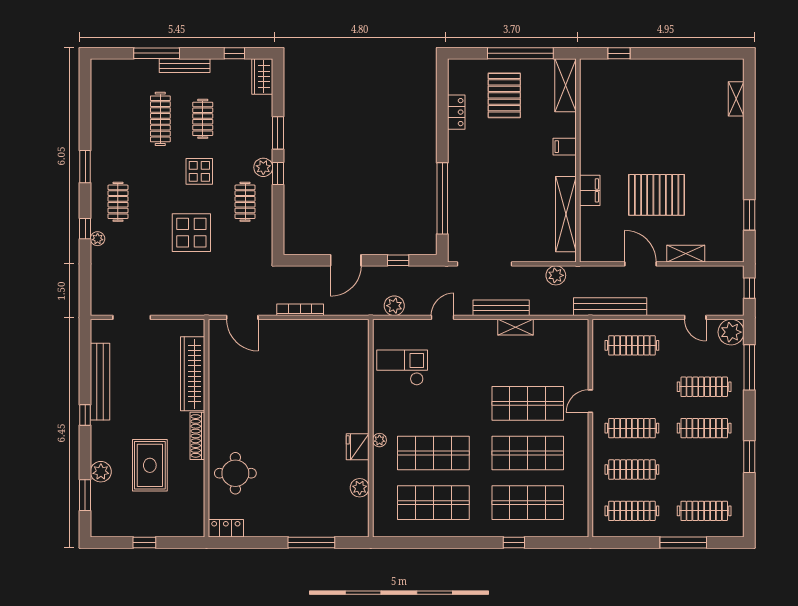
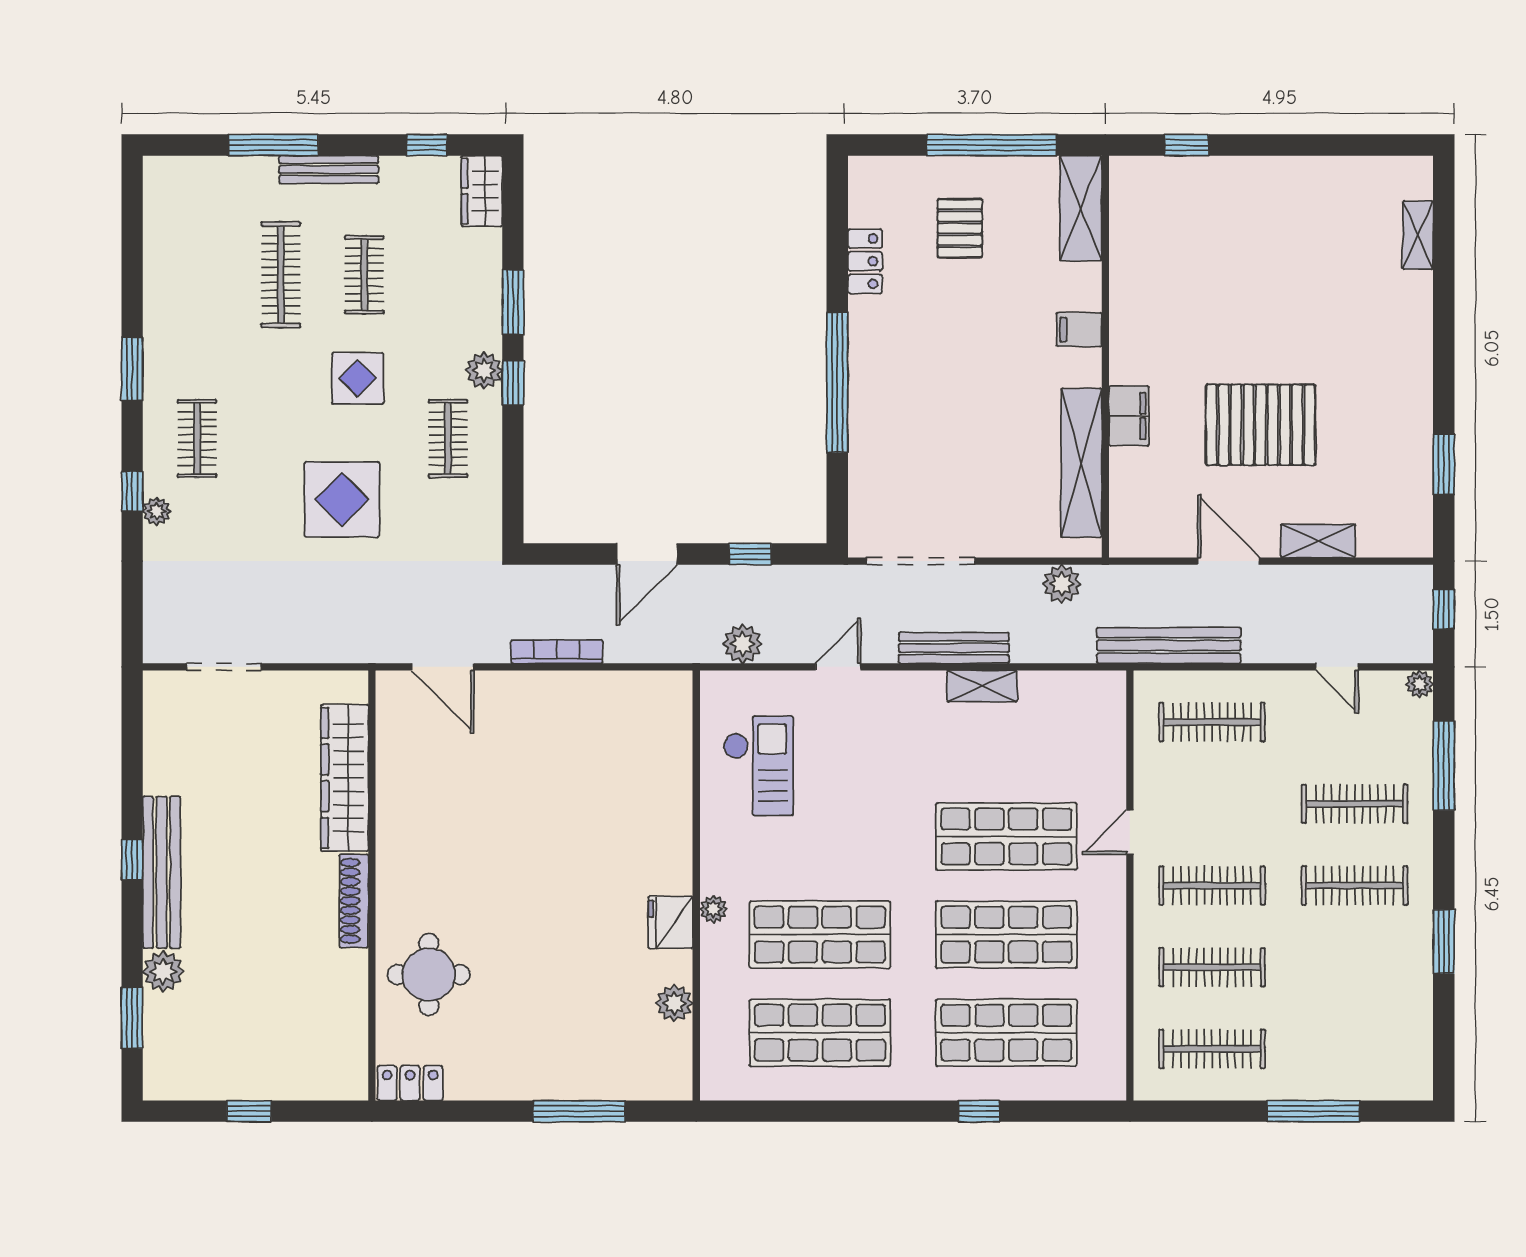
pallet: (504, 95) -> (960, 228), width x0.67, depth x0.71
window: (442, 198) -> (837, 382), moved
plant: (731, 332) -> (1420, 684), width x0.53, depth x0.53
checkout: (402, 368) -> (758, 766), turned 90
bench: (100, 382) -> (162, 872), moved
rug: (150, 465) -> (260, 959), removed
clothes rail: (704, 511) -> (1355, 1049), removed

